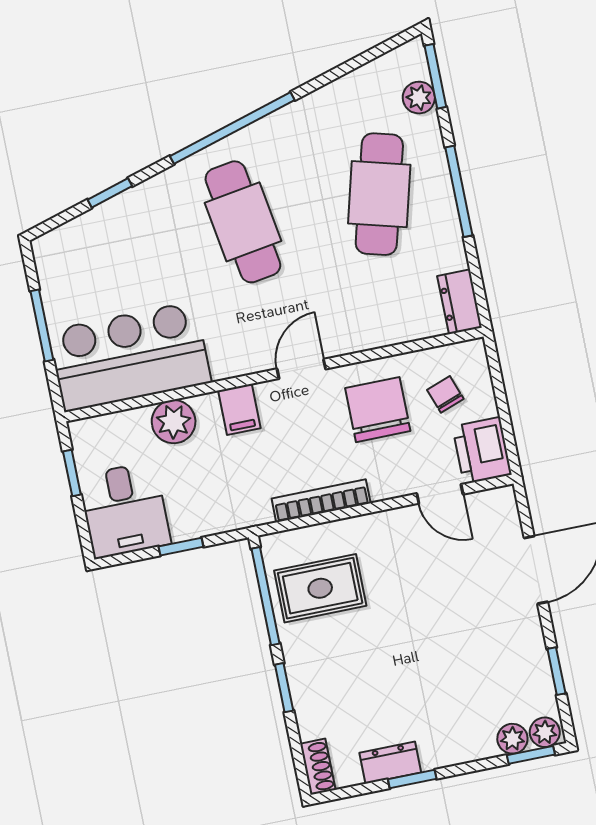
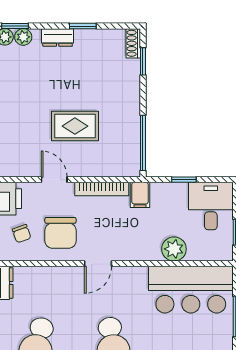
filing cabinet: (239, 409) -> (140, 195), moved, turned 180
door: (440, 494) -> (54, 180), moved
rug: (320, 588) -> (75, 126), moved
window: (284, 688) -> (143, 61), moved
dresser: (390, 763) -> (58, 37), moved

